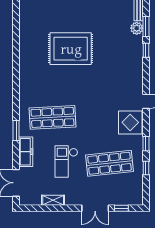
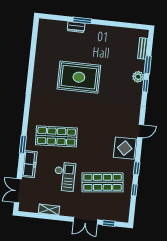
plant: (137, 28) -> (138, 77), moved
checkout: (66, 161) -> (64, 177), turned 180

